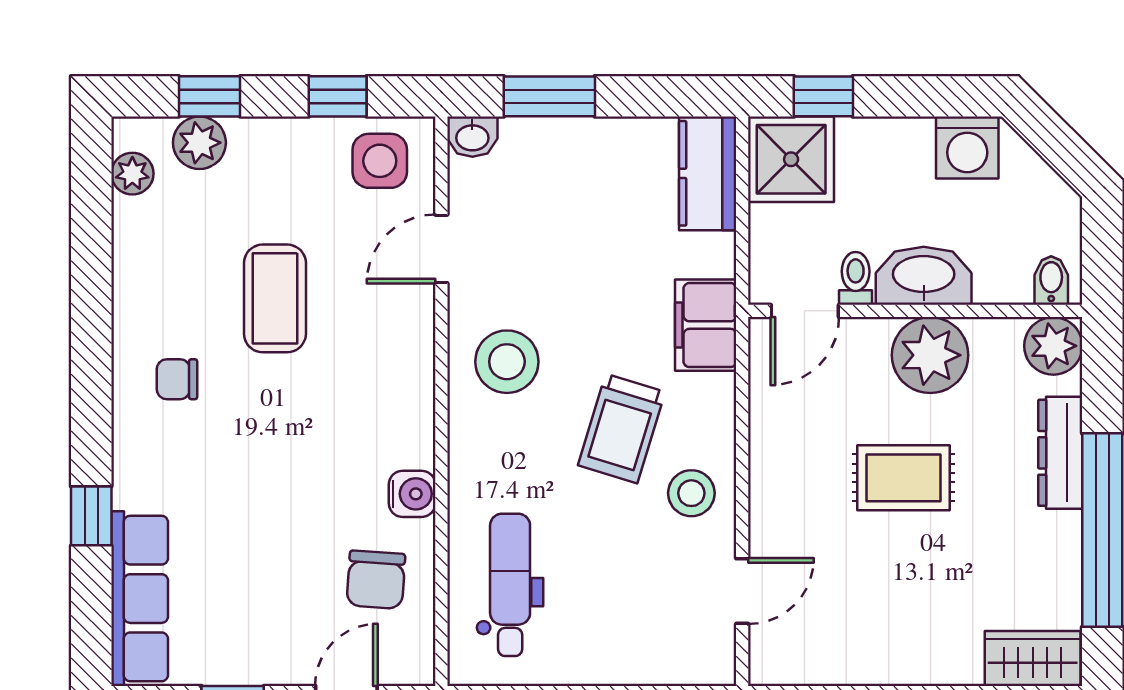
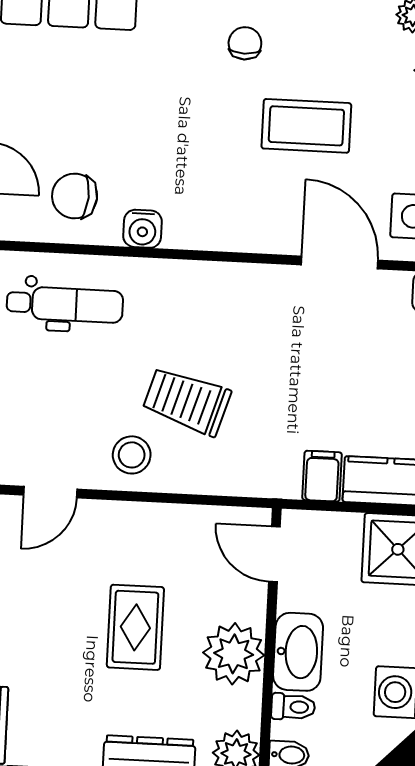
door: (441, 249) -> (340, 263), width x1.38
toilet: (856, 278) -> (293, 707), moved
filing cabinet: (706, 325) -> (322, 476), moved, width x0.50
stool: (507, 362) -> (246, 311), removed
door: (742, 591) -> (50, 492), hinge flipped

